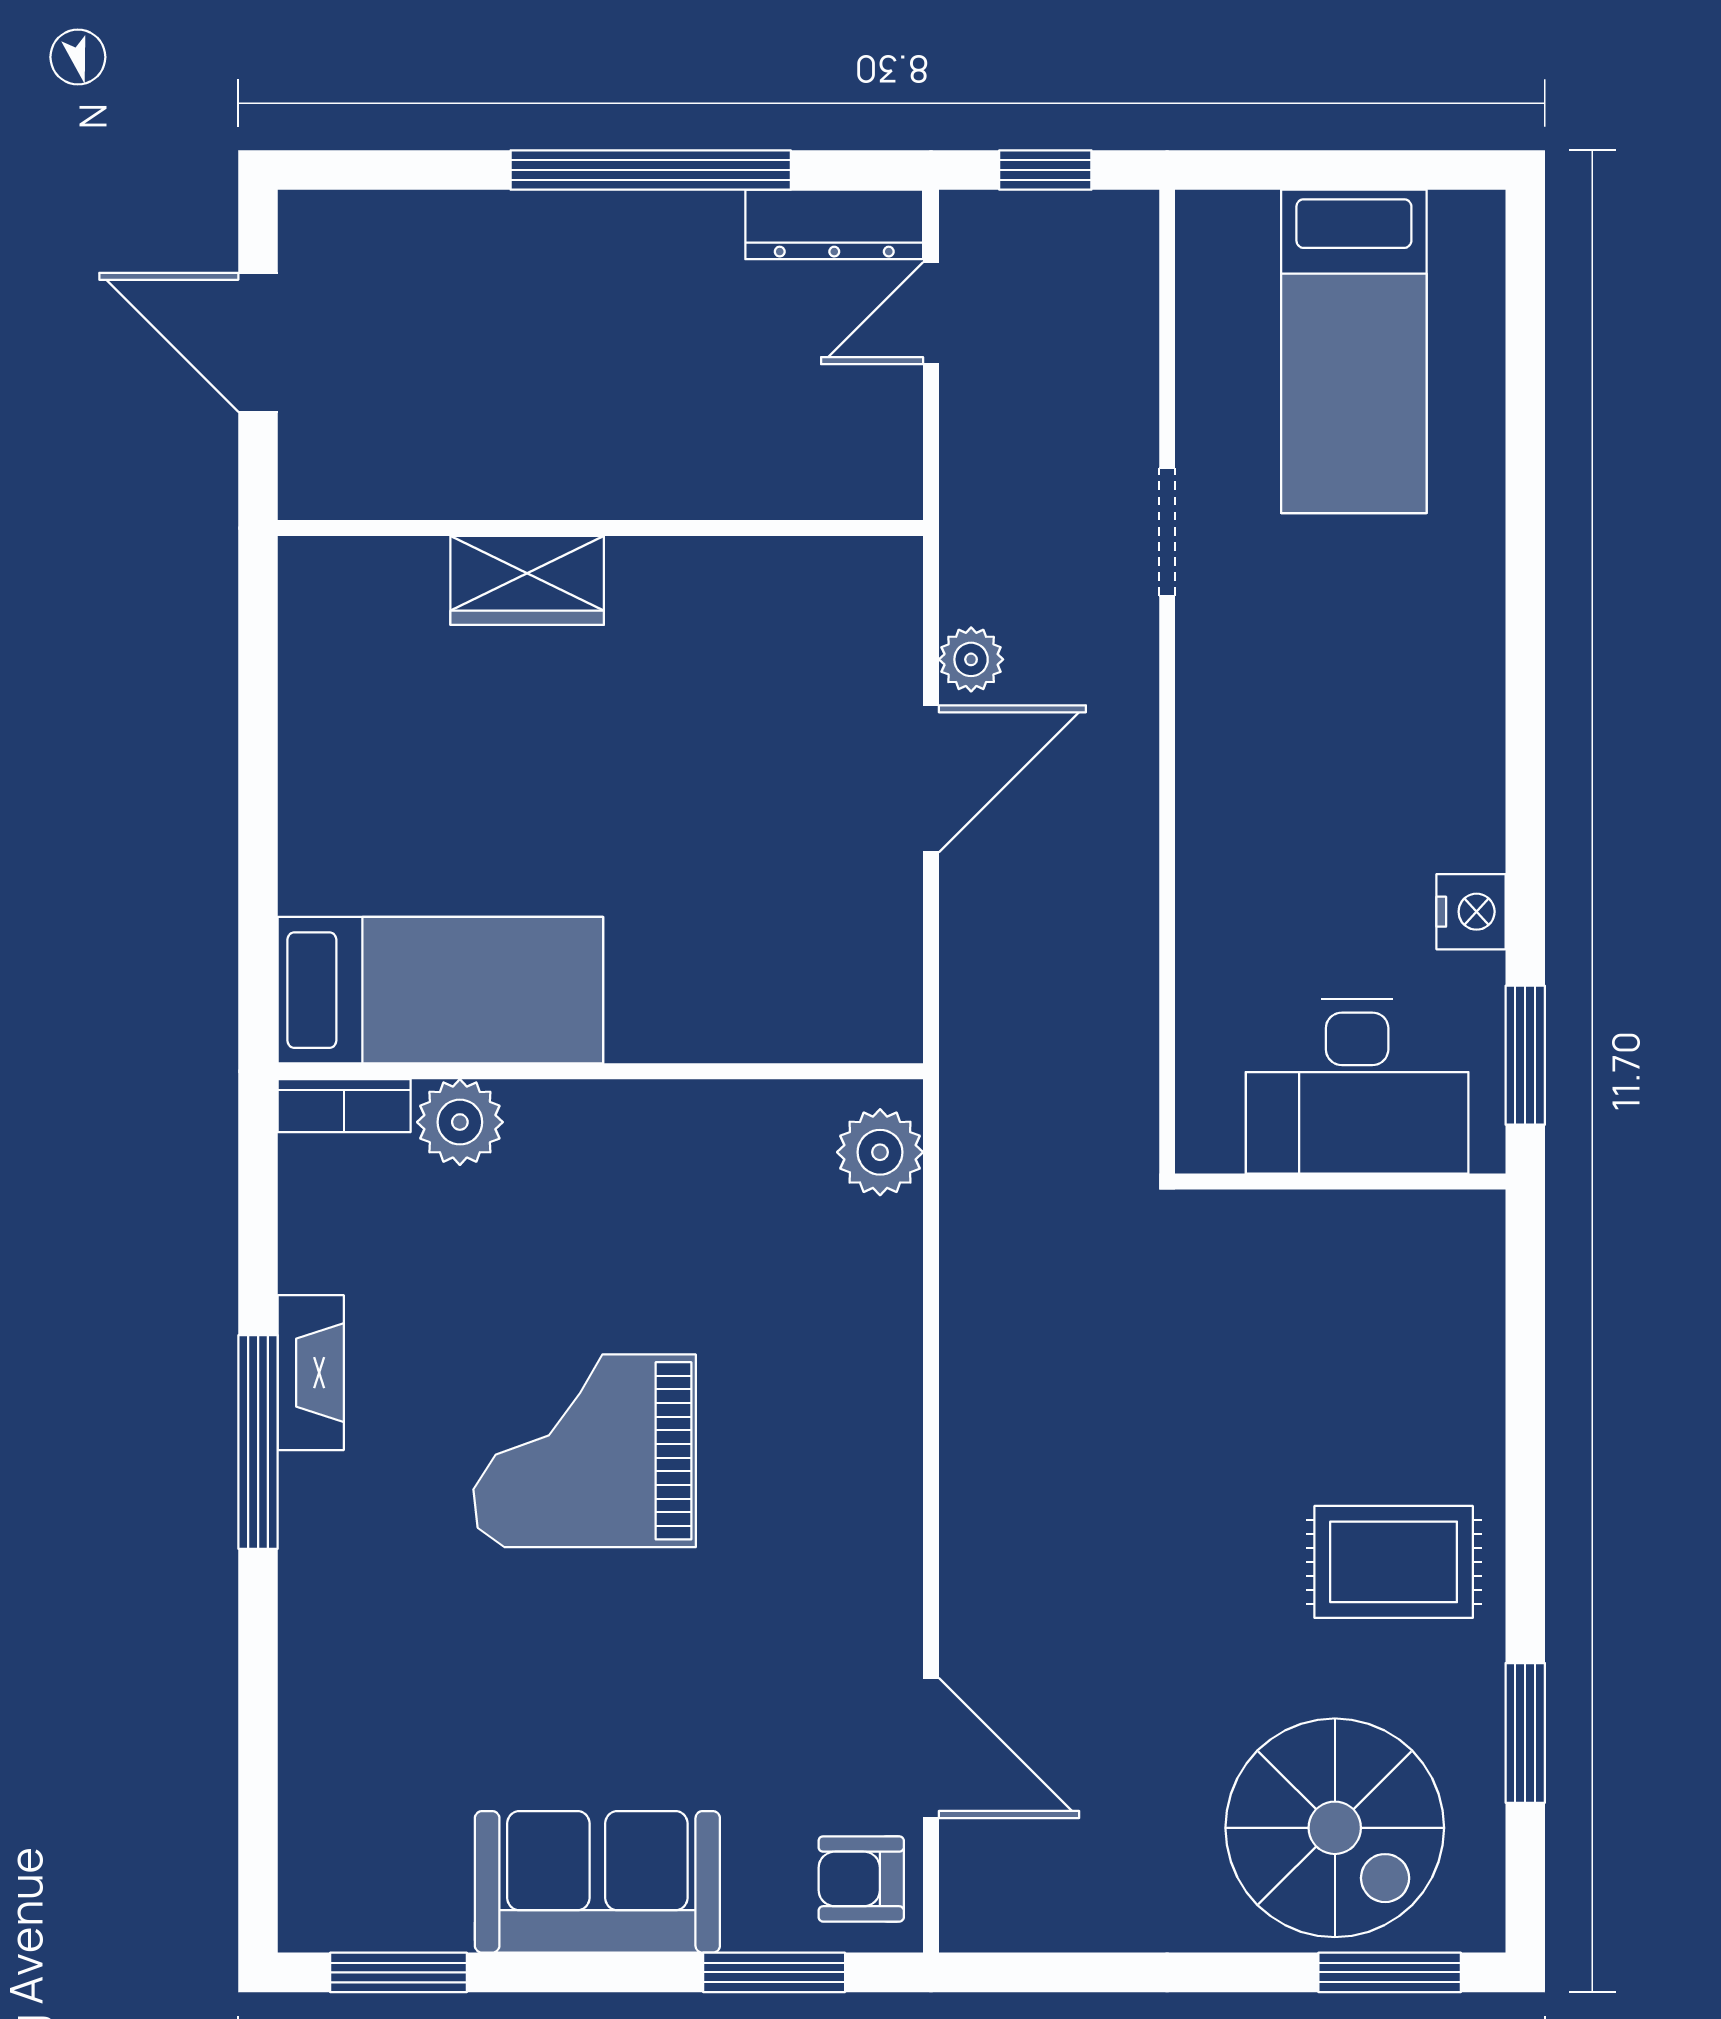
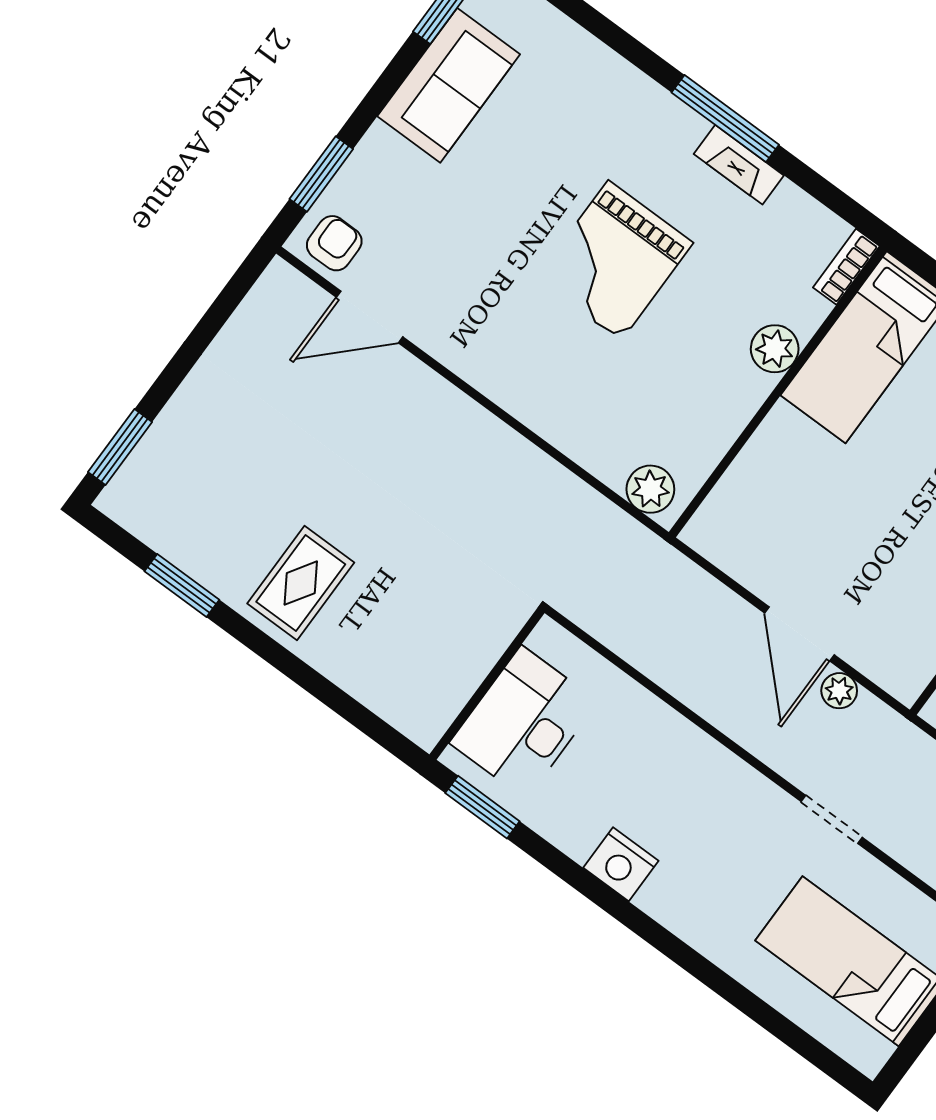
nightstand: (1471, 912) -> (621, 864), moved, width x1.36, depth x1.33
plant: (460, 1122) -> (775, 349), moved
grand piano: (585, 1451) -> (615, 261), turned 180
spiral stairs: (1335, 1828) -> (202, 470), removed
sofa: (597, 1882) -> (449, 85), moved

